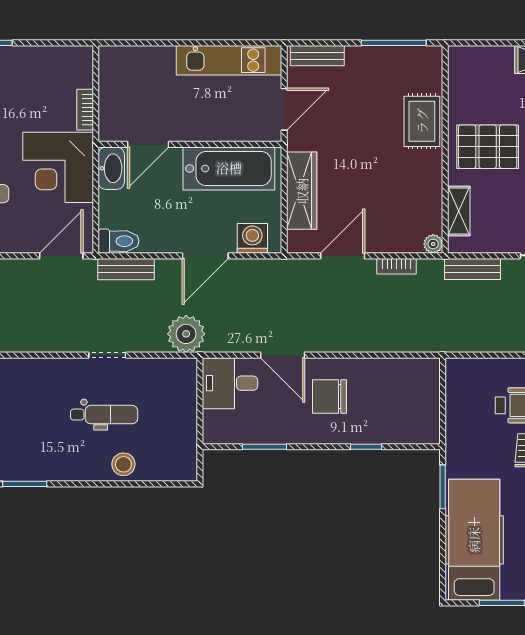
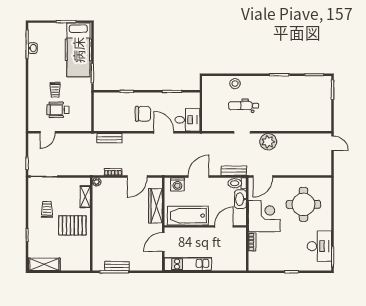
bench: (317, 56) -> (117, 266), moved
rug: (422, 121) -> (102, 237), removed
washbasin: (111, 168) -> (240, 199), moved
bench: (472, 269) -> (109, 138), moved
plant: (186, 334) -> (268, 142), moved

